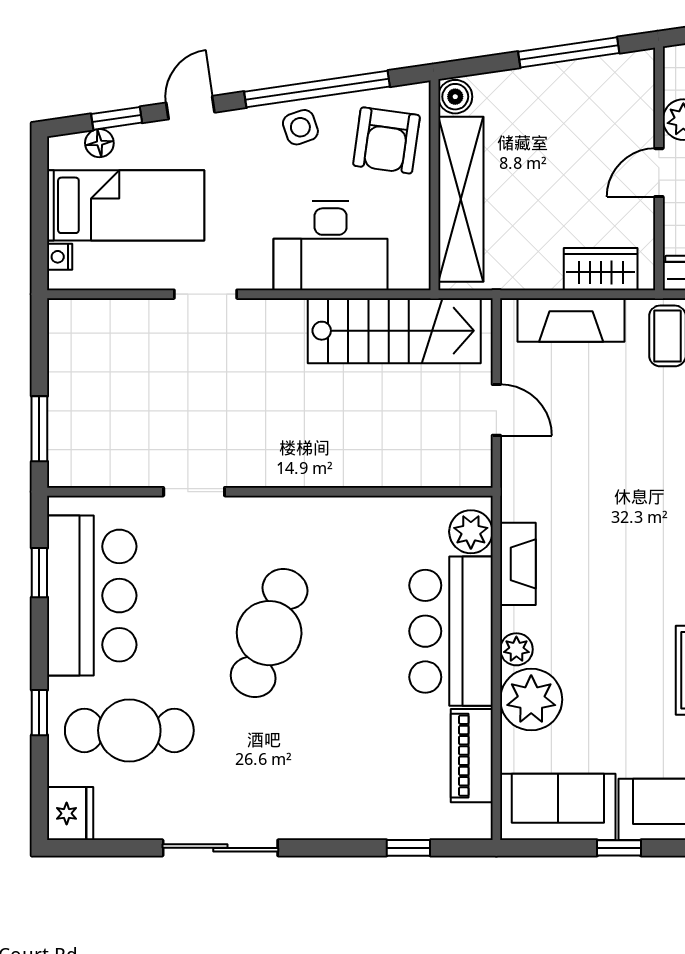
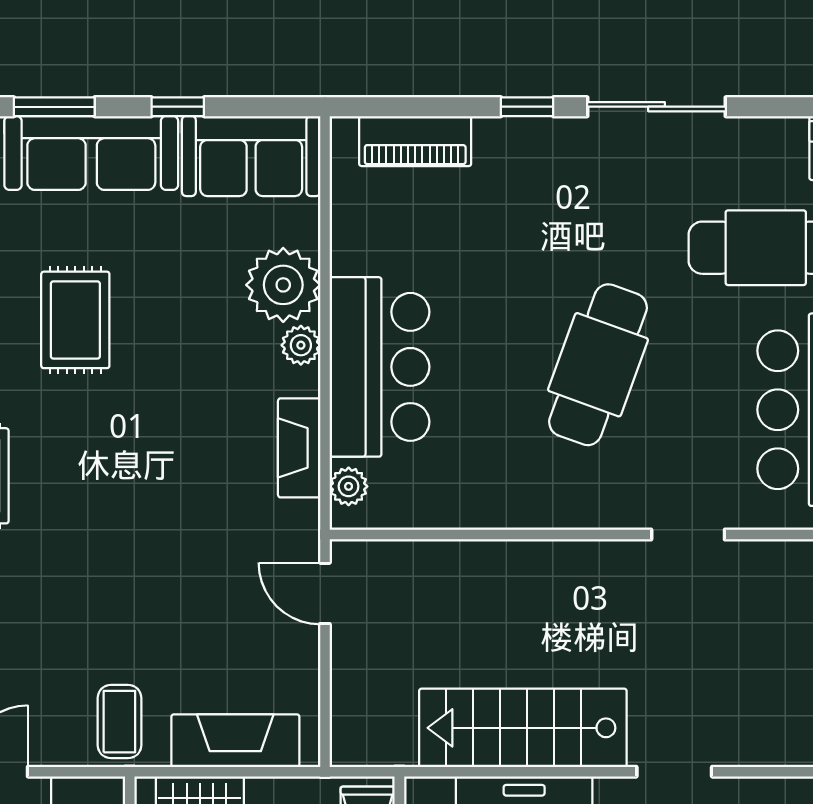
stairs: (394, 331) -> (523, 728), moved
door: (496, 410) -> (325, 593), moved
plant: (471, 532) -> (349, 486), width x0.73, depth x0.73
piano: (472, 756) -> (415, 141), moved, turned 90
window: (408, 848) -> (527, 107), moved

